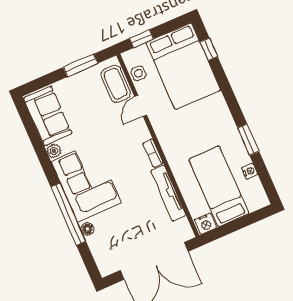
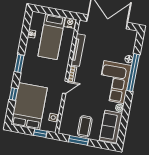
window: (209, 49) -> (14, 94), moved
coffee table: (116, 84) -> (85, 126), moved
door: (141, 106) -> (65, 87), moved
window: (248, 140) -> (19, 64), moved

